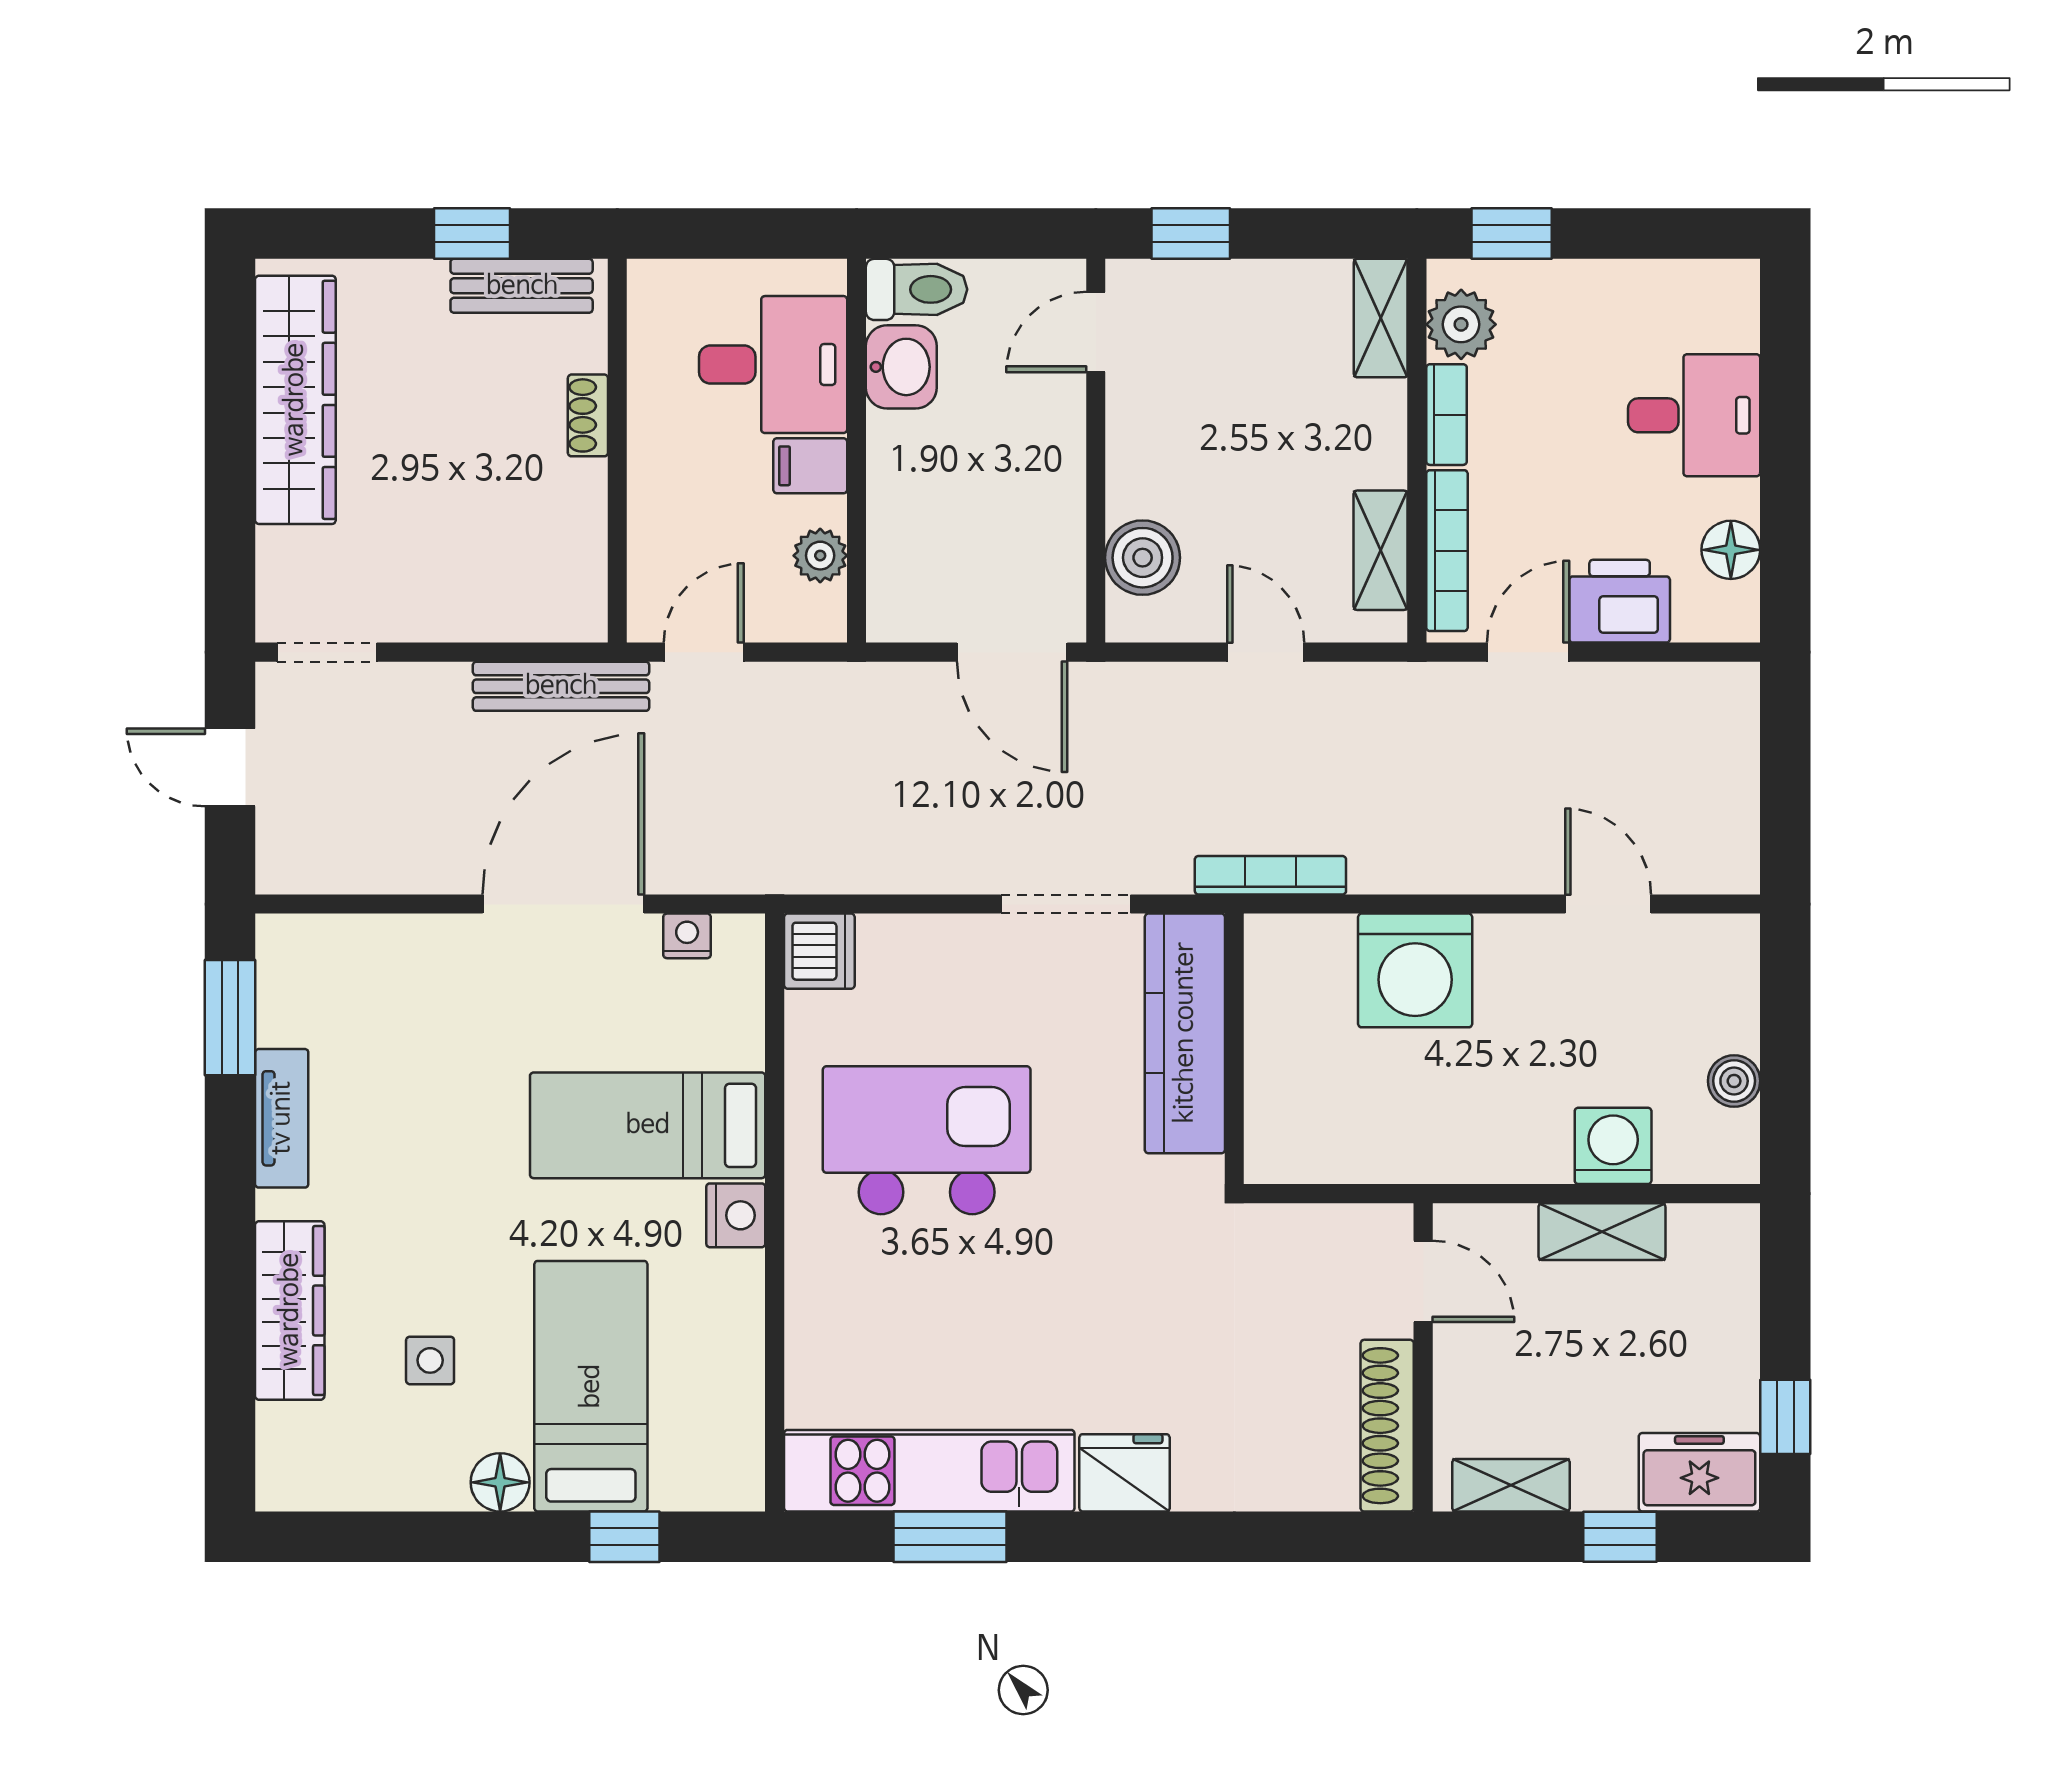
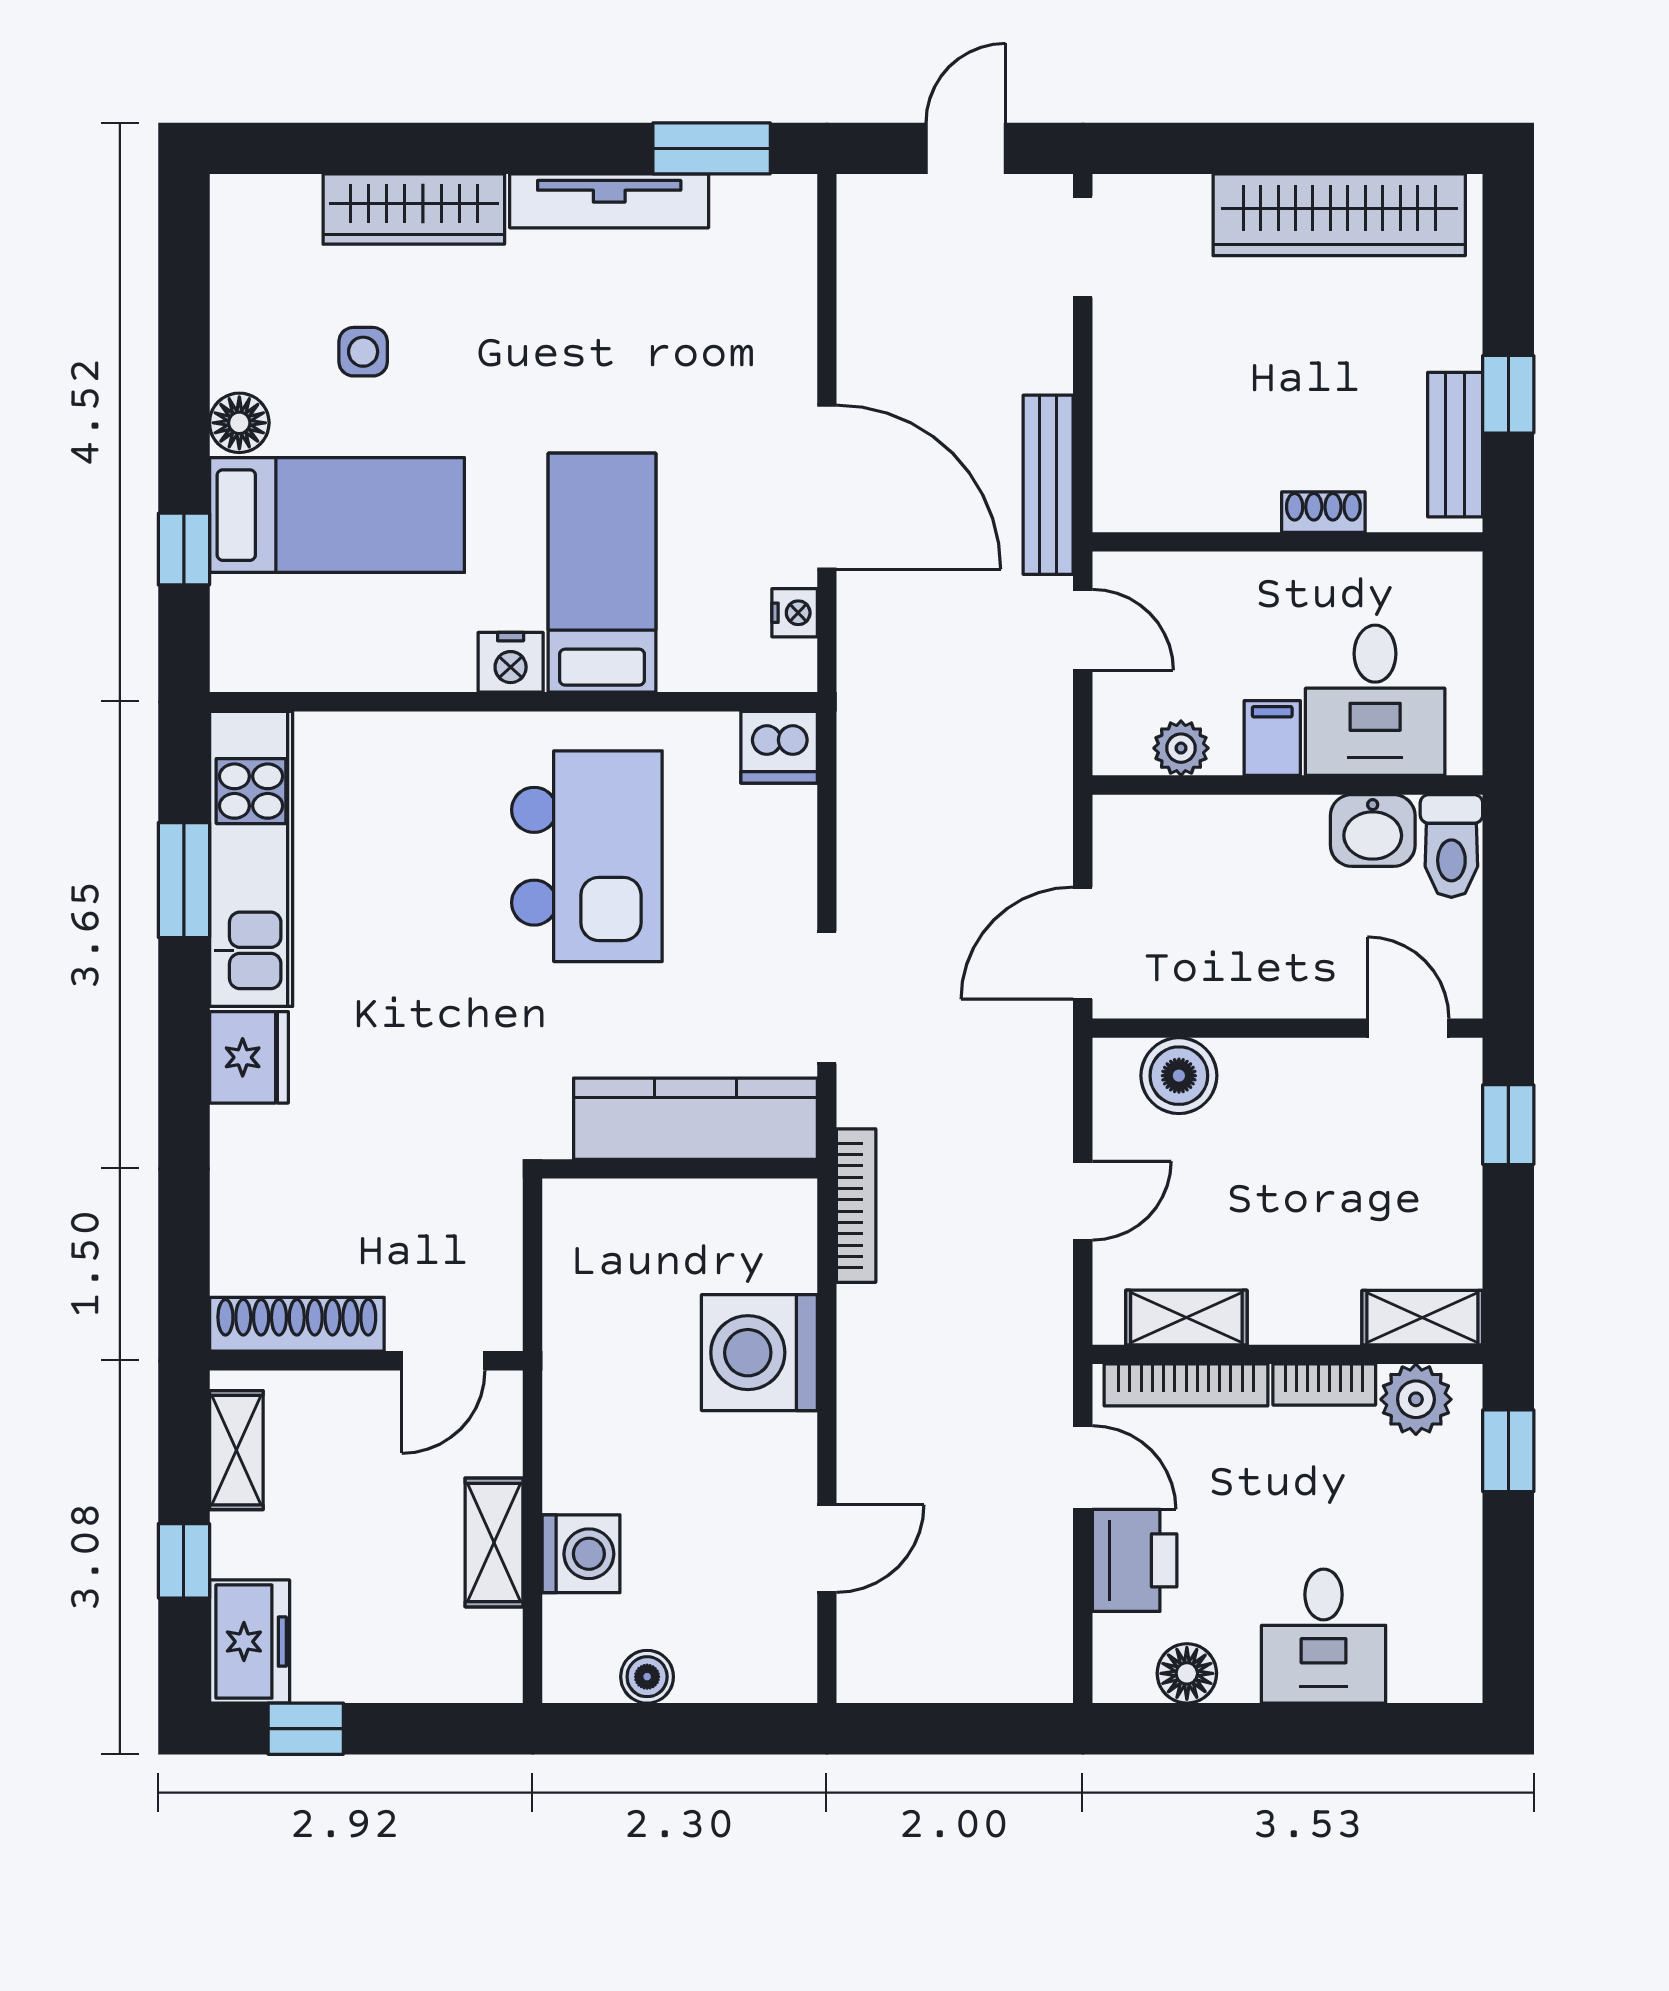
tv unit: (282, 1118) -> (609, 201), width x1.41

